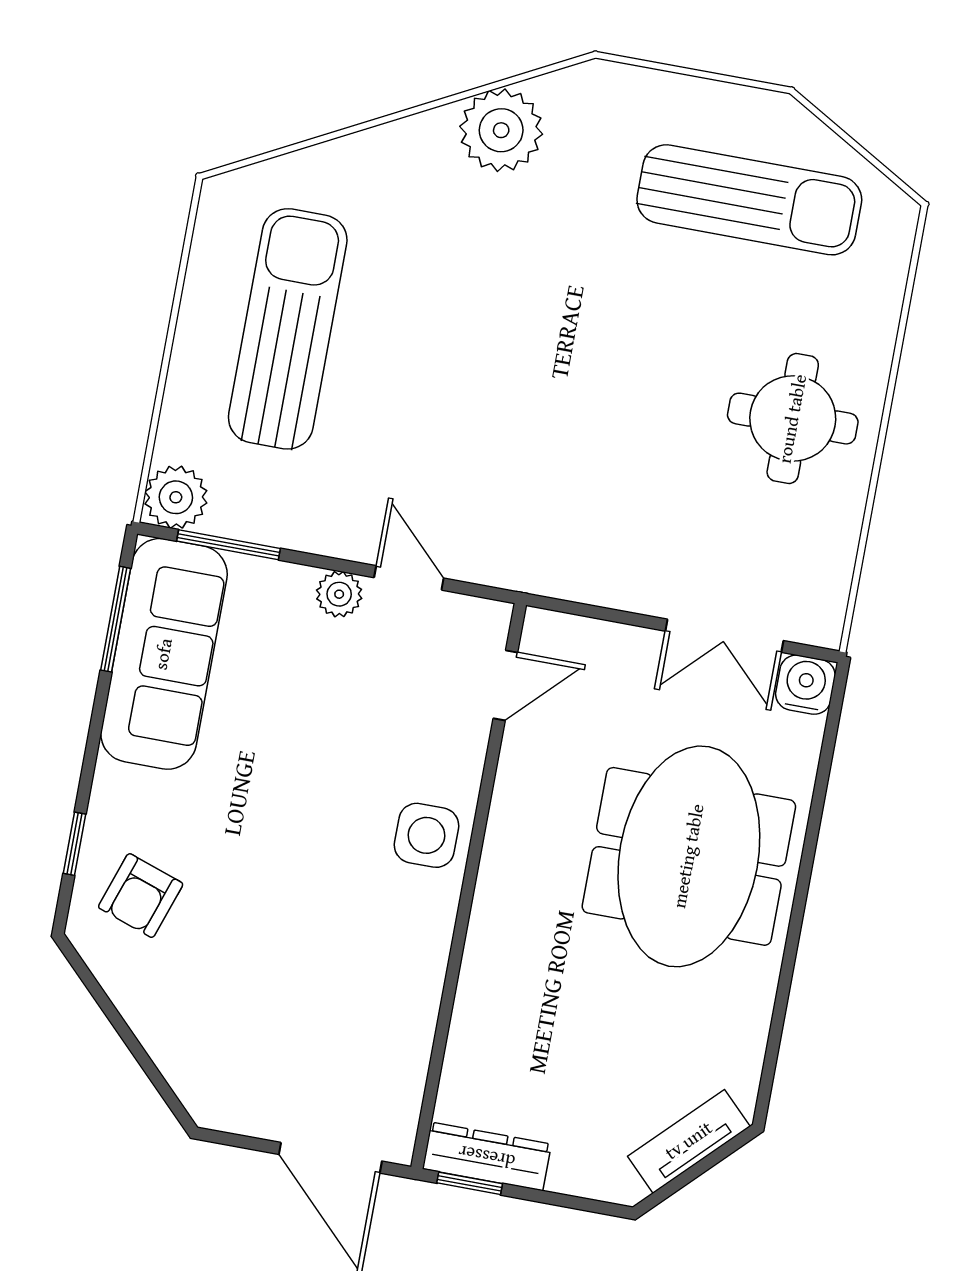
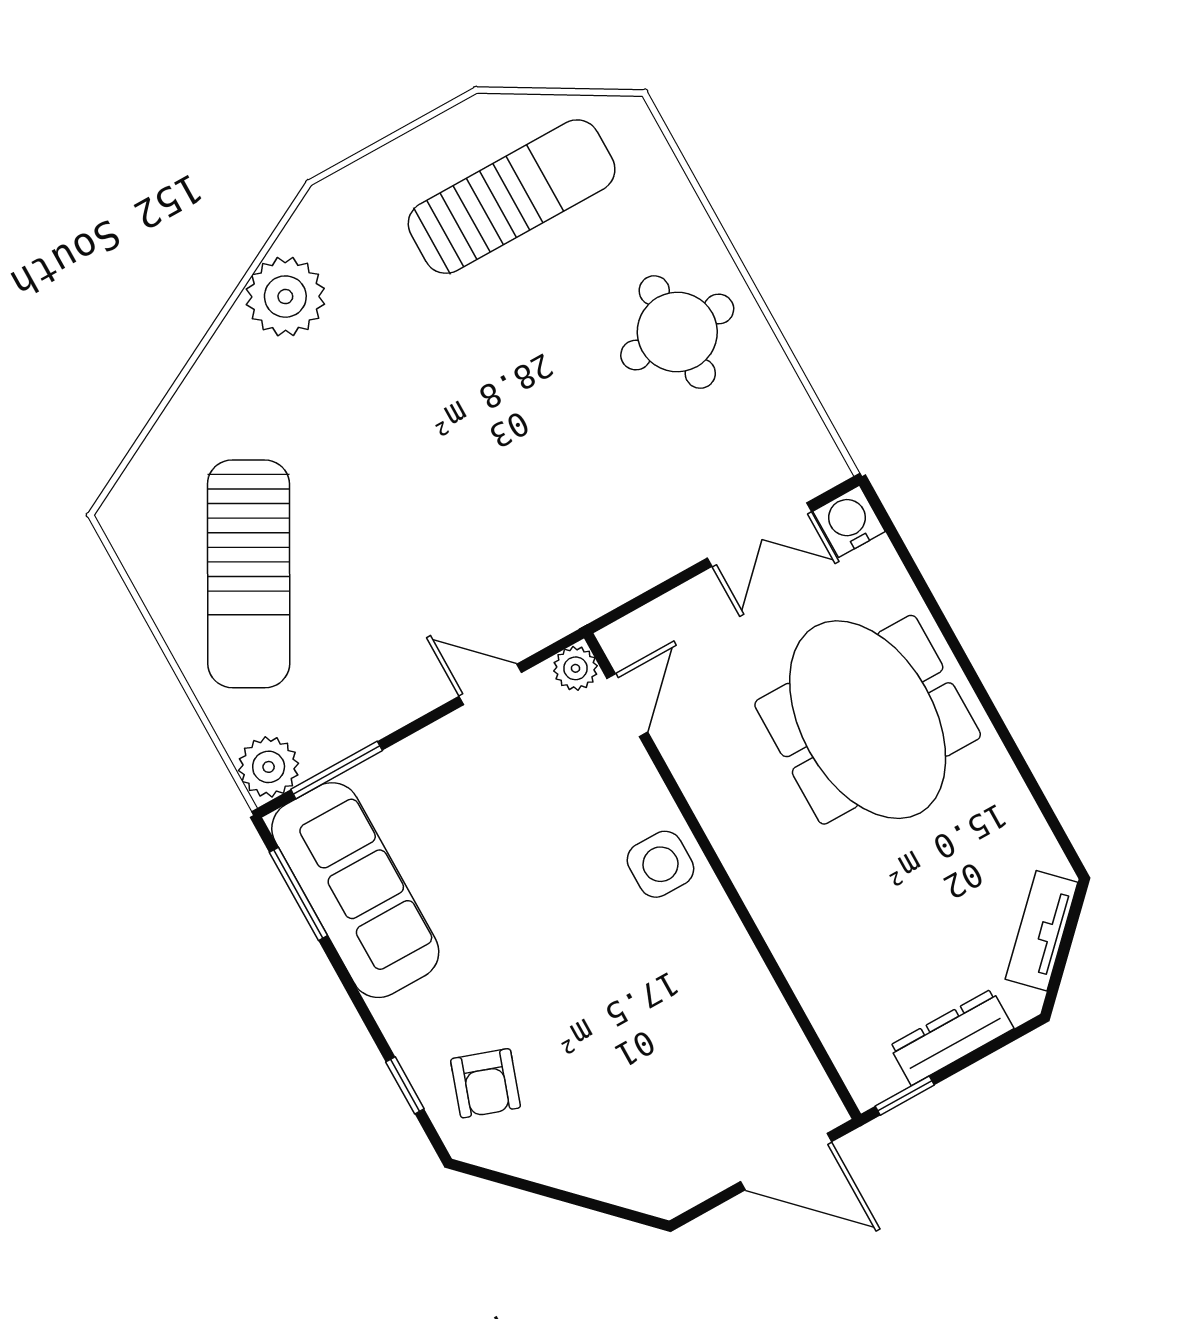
sun lounger: (288, 329) -> (249, 574), turned -151
plant: (339, 594) -> (575, 668), moved
dresser: (487, 1156) -> (952, 1037), moved

